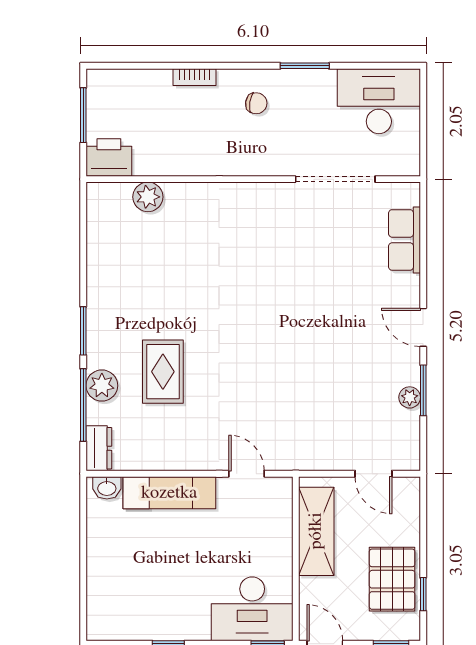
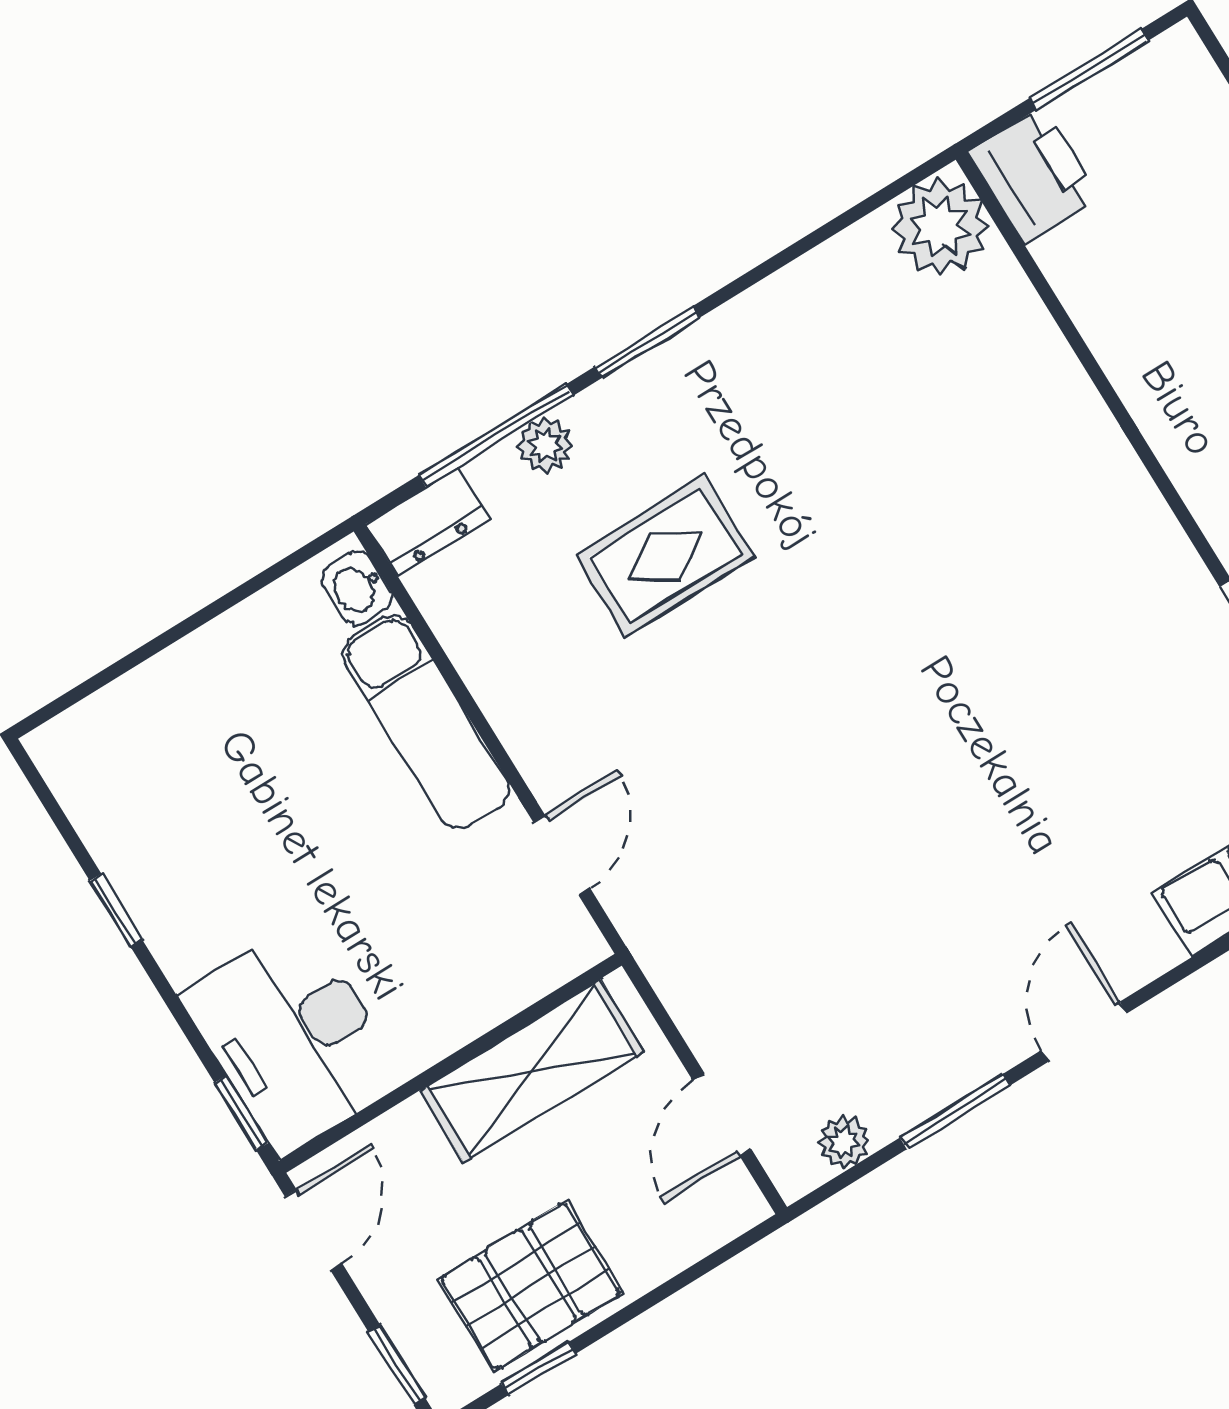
plant: (148, 197) -> (940, 227), moved, width x1.36, depth x1.36
plant: (102, 386) -> (545, 445), width x0.73, depth x0.73
plant: (410, 397) -> (844, 1142), moved

